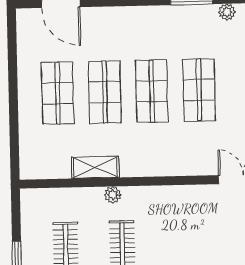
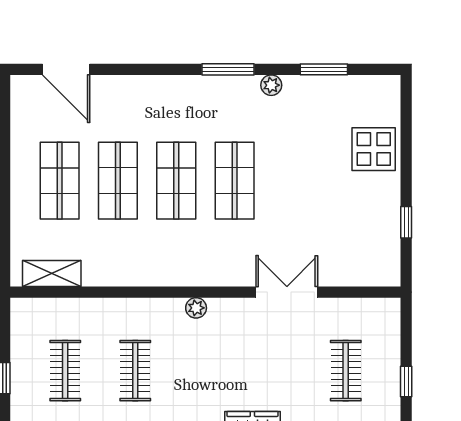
shelving: (95, 167) -> (52, 273), moved
plant: (113, 195) -> (196, 308), moved

